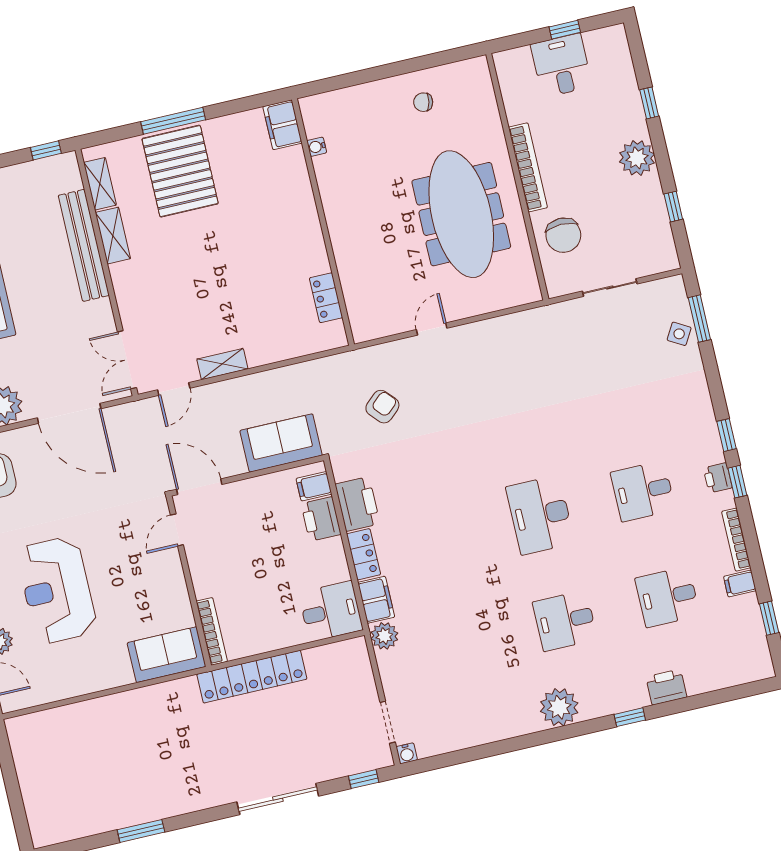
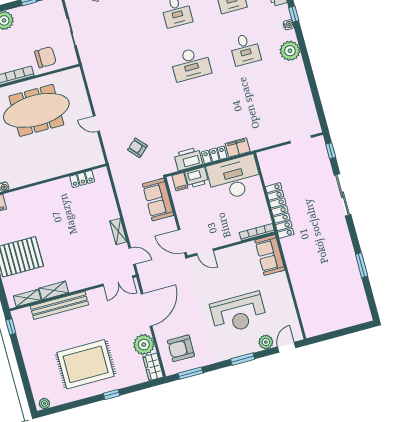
door: (199, 487) -> (182, 241), hinge flipped
desk: (331, 611) -> (234, 178), width x1.87, depth x1.30
plant: (384, 636) -> (256, 143), removed
water cooler: (407, 753) -> (288, 25), moved

